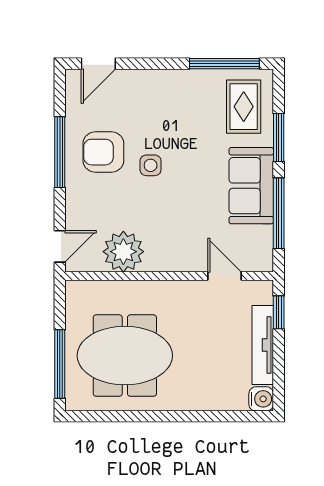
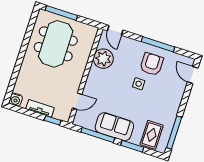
rug: (244, 107) -> (152, 135), turned 90
tv unit: (263, 345) -> (40, 108), width x0.71

